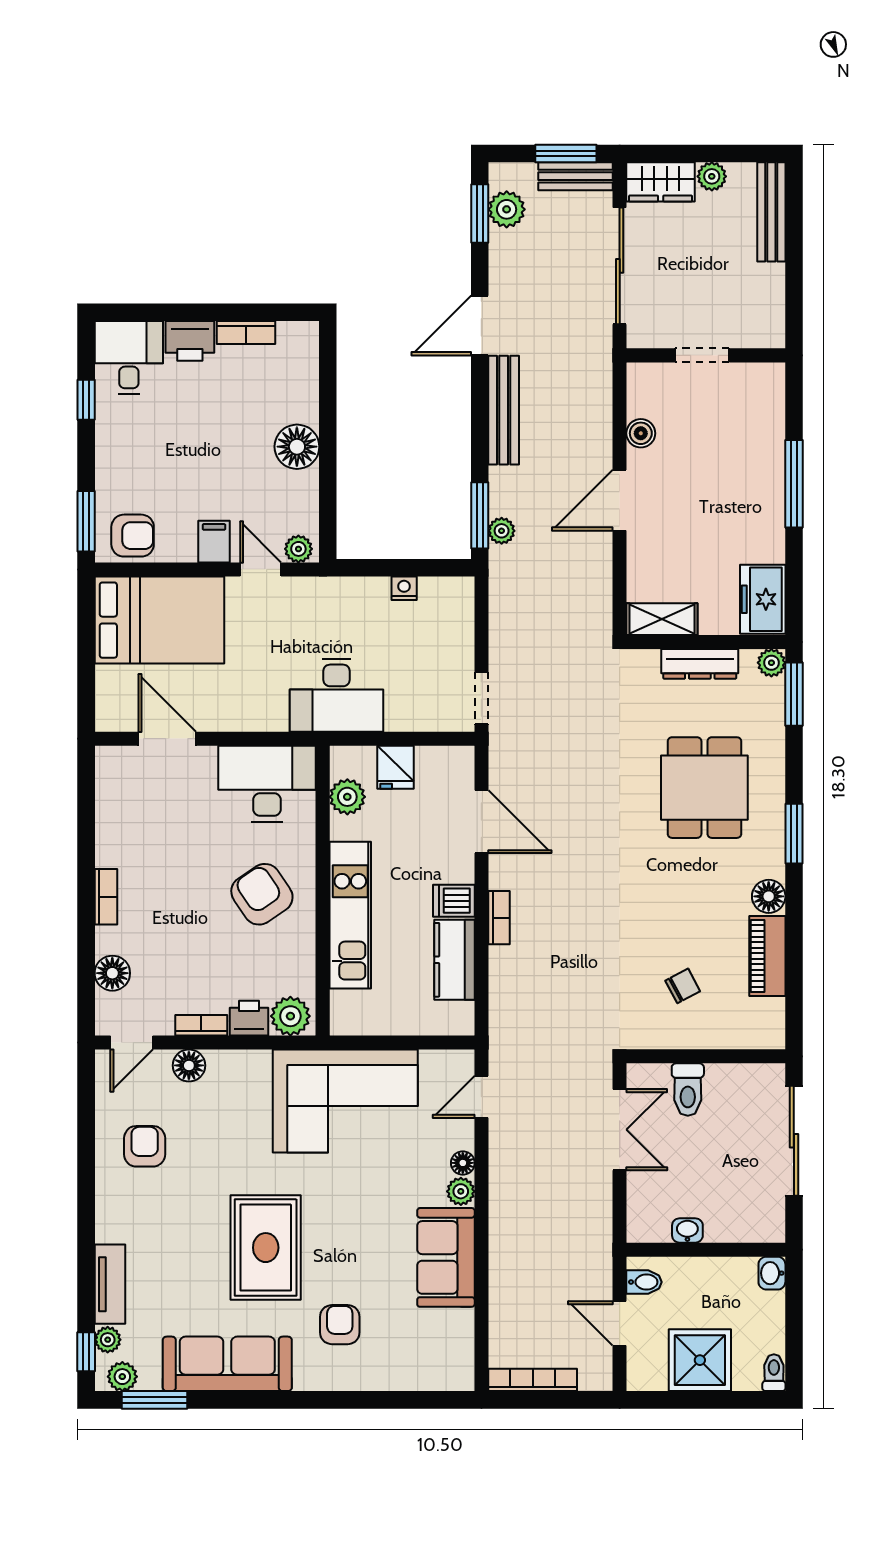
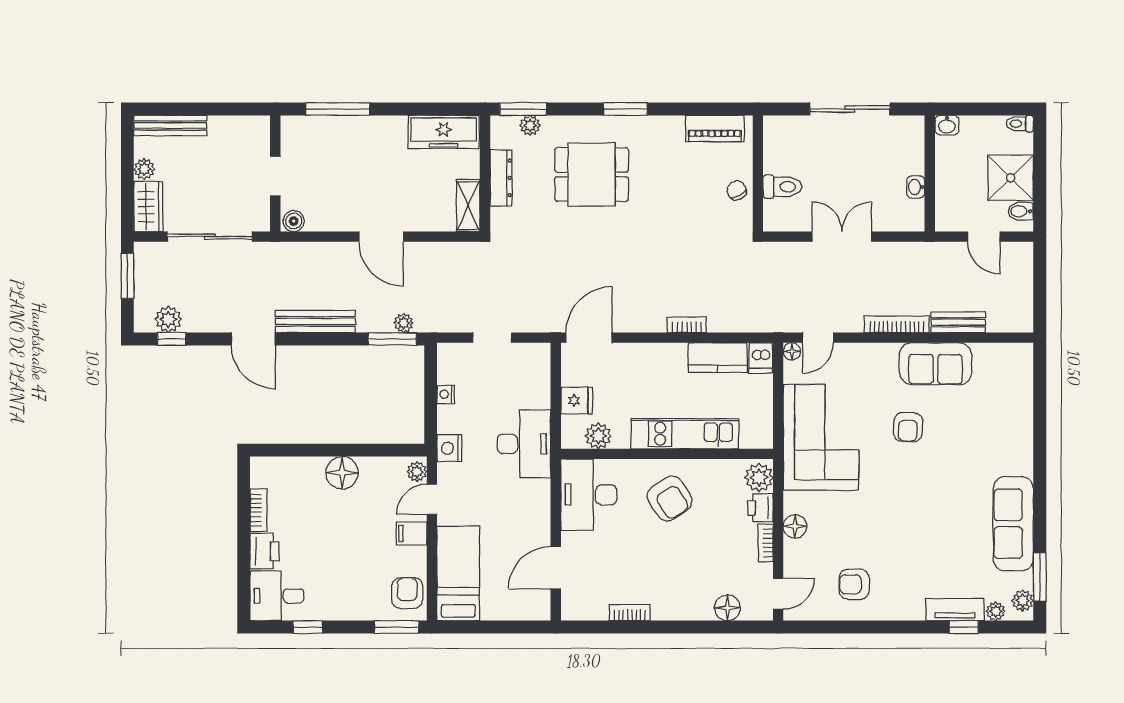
bench: (576, 176) -> (958, 322), moved, turned 90
window: (480, 214) -> (171, 339), width x0.67
boiler: (641, 433) -> (294, 221), moved
window: (794, 484) -> (338, 109), moved
nightstand: (330, 593) -> (449, 448), added
freezer: (763, 599) -> (444, 132), width x1.40
bed: (159, 620) -> (458, 573), width x0.67
plant: (771, 663) -> (530, 125), moved
doorway: (481, 698) -> (492, 338), moved
door: (481, 822) -> (589, 338), moved
armchair: (262, 894) -> (670, 498), turned -89
floor lamp: (769, 896) -> (671, 127), removed
bookcase: (106, 897) -> (630, 613), moved
dishwasher: (454, 901) -> (761, 358), moved
door: (132, 1043) -> (778, 594), hinge flipped
wall: (706, 1056) -> (758, 173), moved
floor lamp: (189, 1065) -> (795, 526), moved
toilet: (688, 1090) -> (782, 187), moved
door: (481, 1097) -> (818, 338), hinge flipped
floor lamp: (463, 1163) -> (792, 351), moved
plant: (461, 1191) -> (887, 353), removed
rug: (266, 1248) -> (928, 496), removed
bidet: (644, 1282) -> (1021, 211), moved, turned -90
door: (620, 1323) -> (984, 237), hinge flipped
armchair: (340, 1325) -> (908, 427), moved, turned -87
window: (86, 1352) -> (964, 627), moved
bookcase: (533, 1380) -> (897, 324), moved, turned 90

